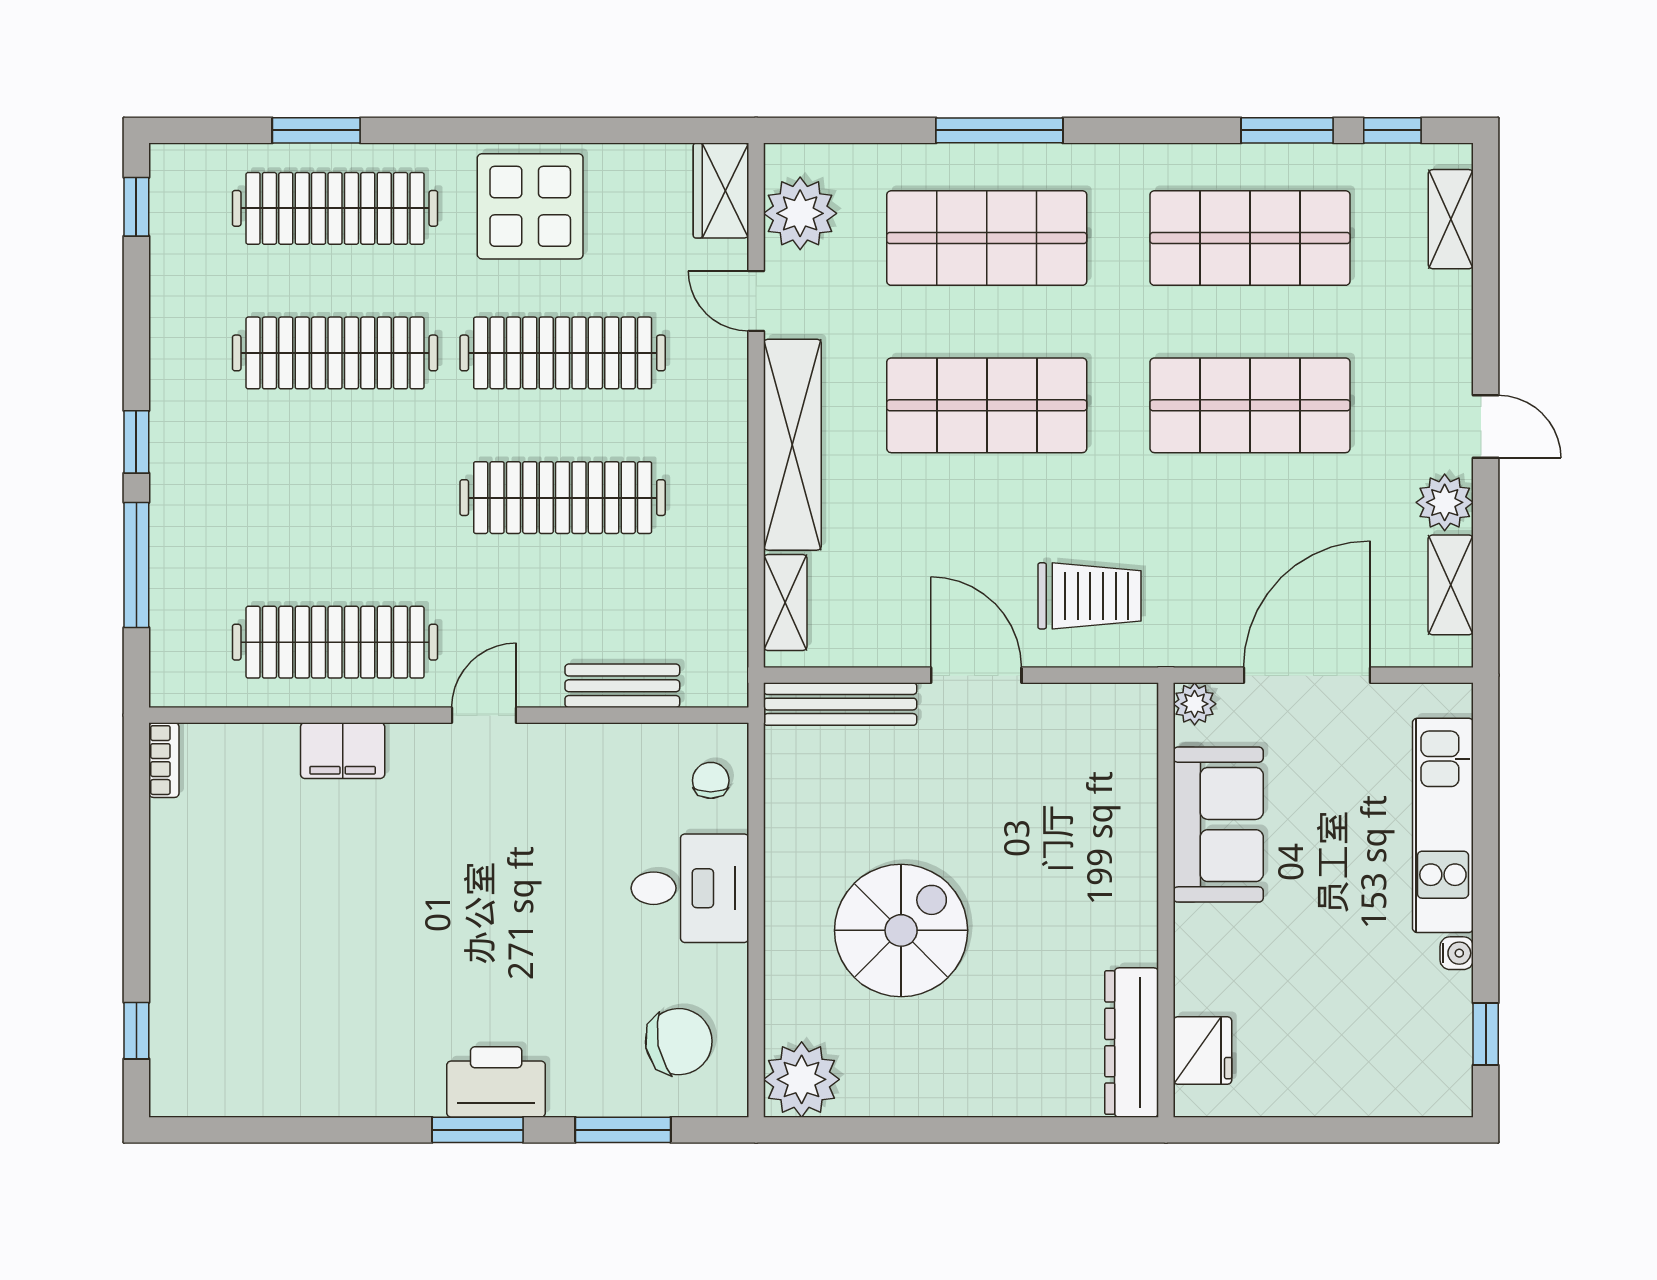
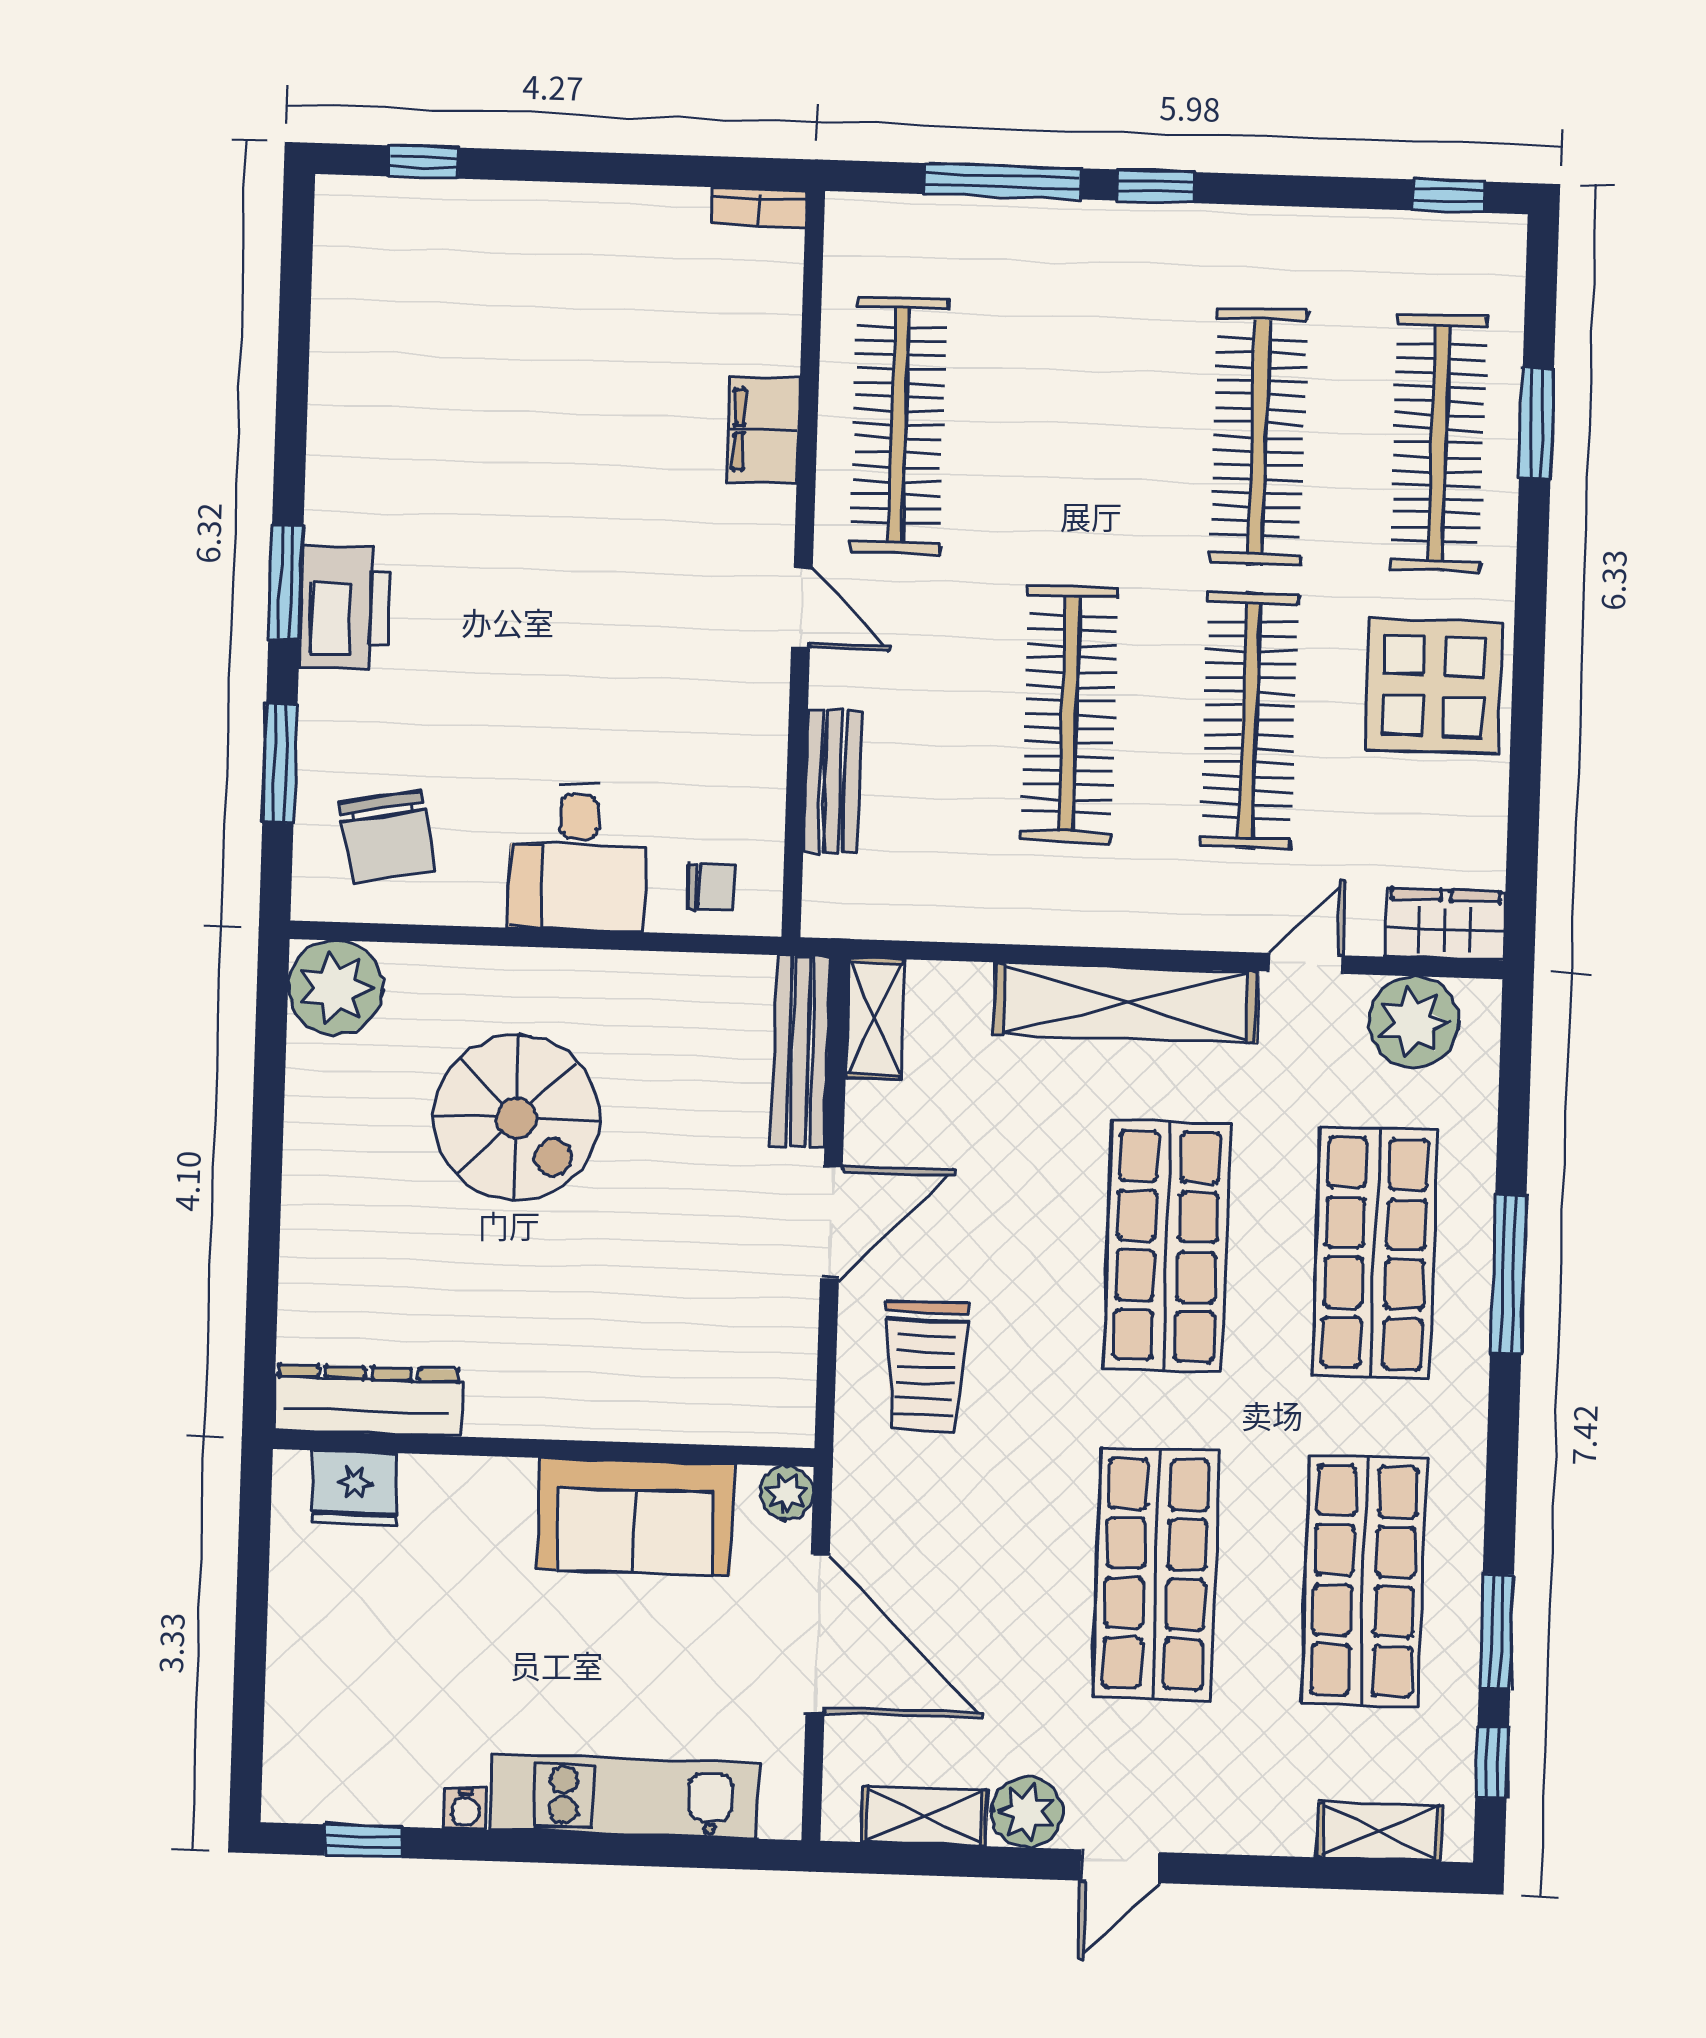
shelving: (785, 602) -> (874, 1018), moved, turned 90

